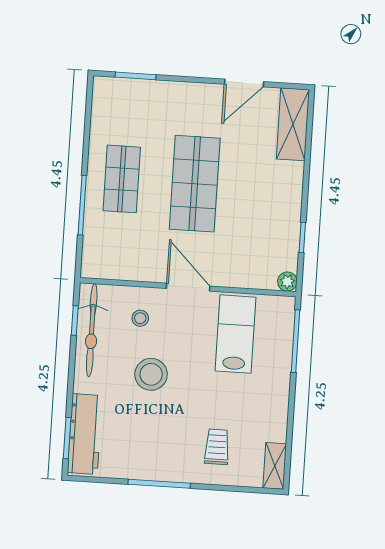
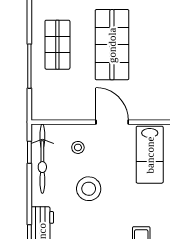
lab bench: (236, 334) -> (150, 155), turned 180

